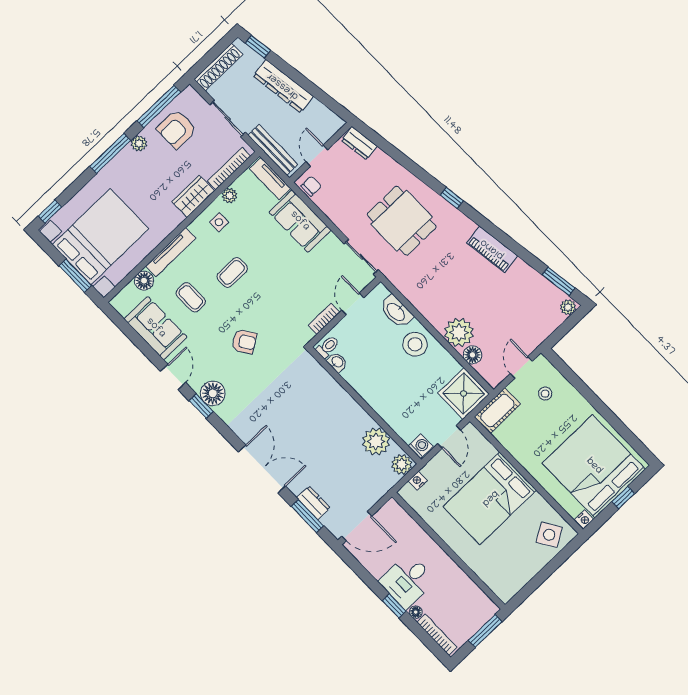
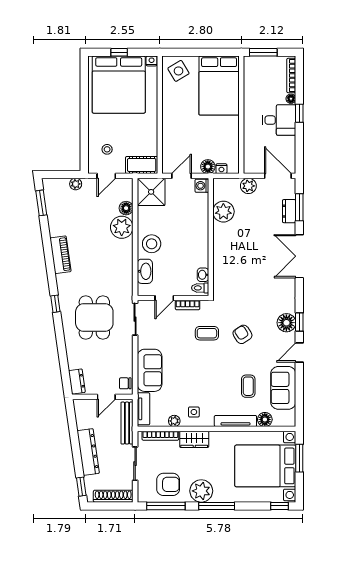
plant: (139, 143) -> (201, 491), width x1.87, depth x1.87
coffee table: (232, 272) -> (207, 333), moved
plant: (568, 307) -> (76, 184), moved
plant: (402, 464) -> (248, 186), moved
floor lamp: (432, 470) -> (208, 167), added
bed: (490, 498) -> (219, 86), moved, turned 90

